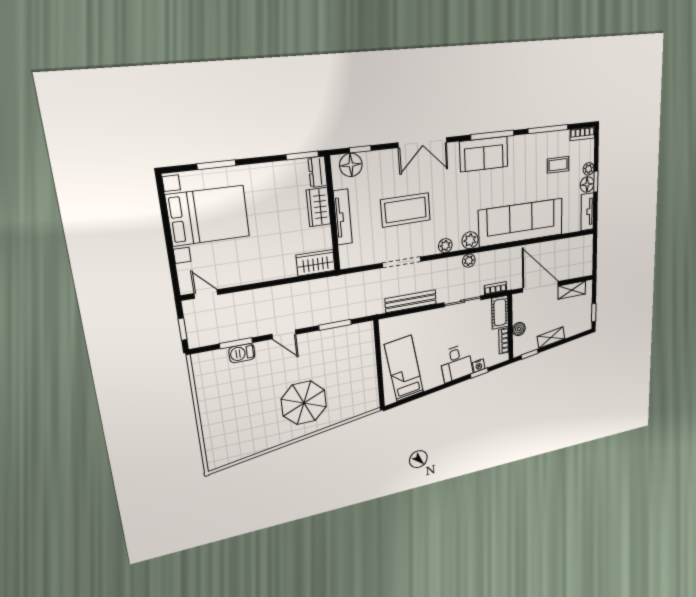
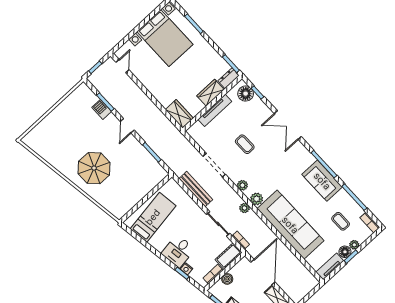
sofa: (484, 154) -> (322, 181), moved
coffee table: (406, 210) -> (245, 144), width x0.54, depth x0.58

